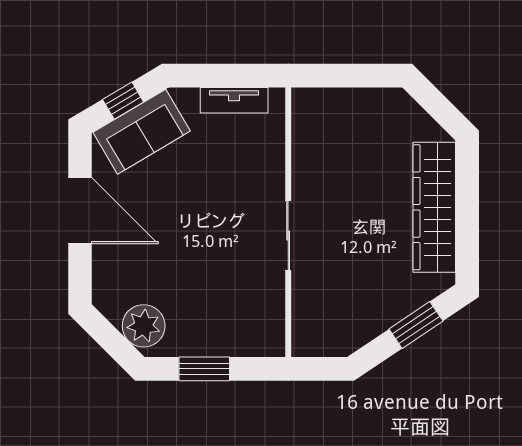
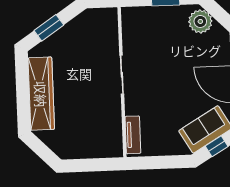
tv unit: (234, 100) -> (133, 135), moved, turned 90

